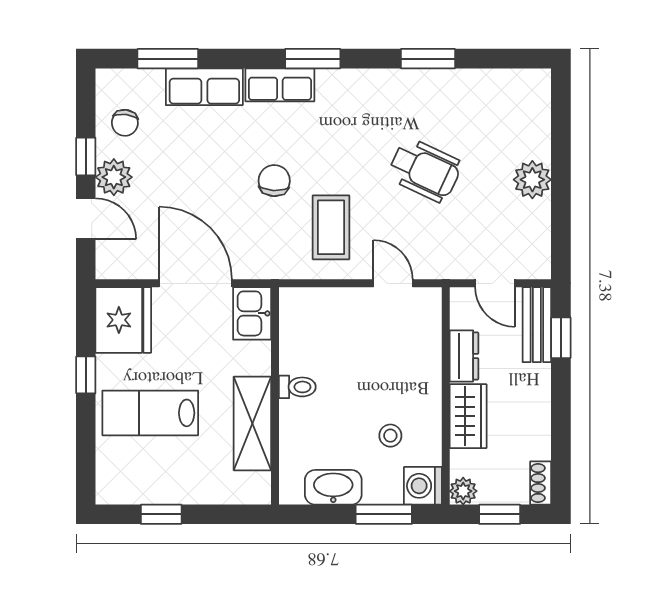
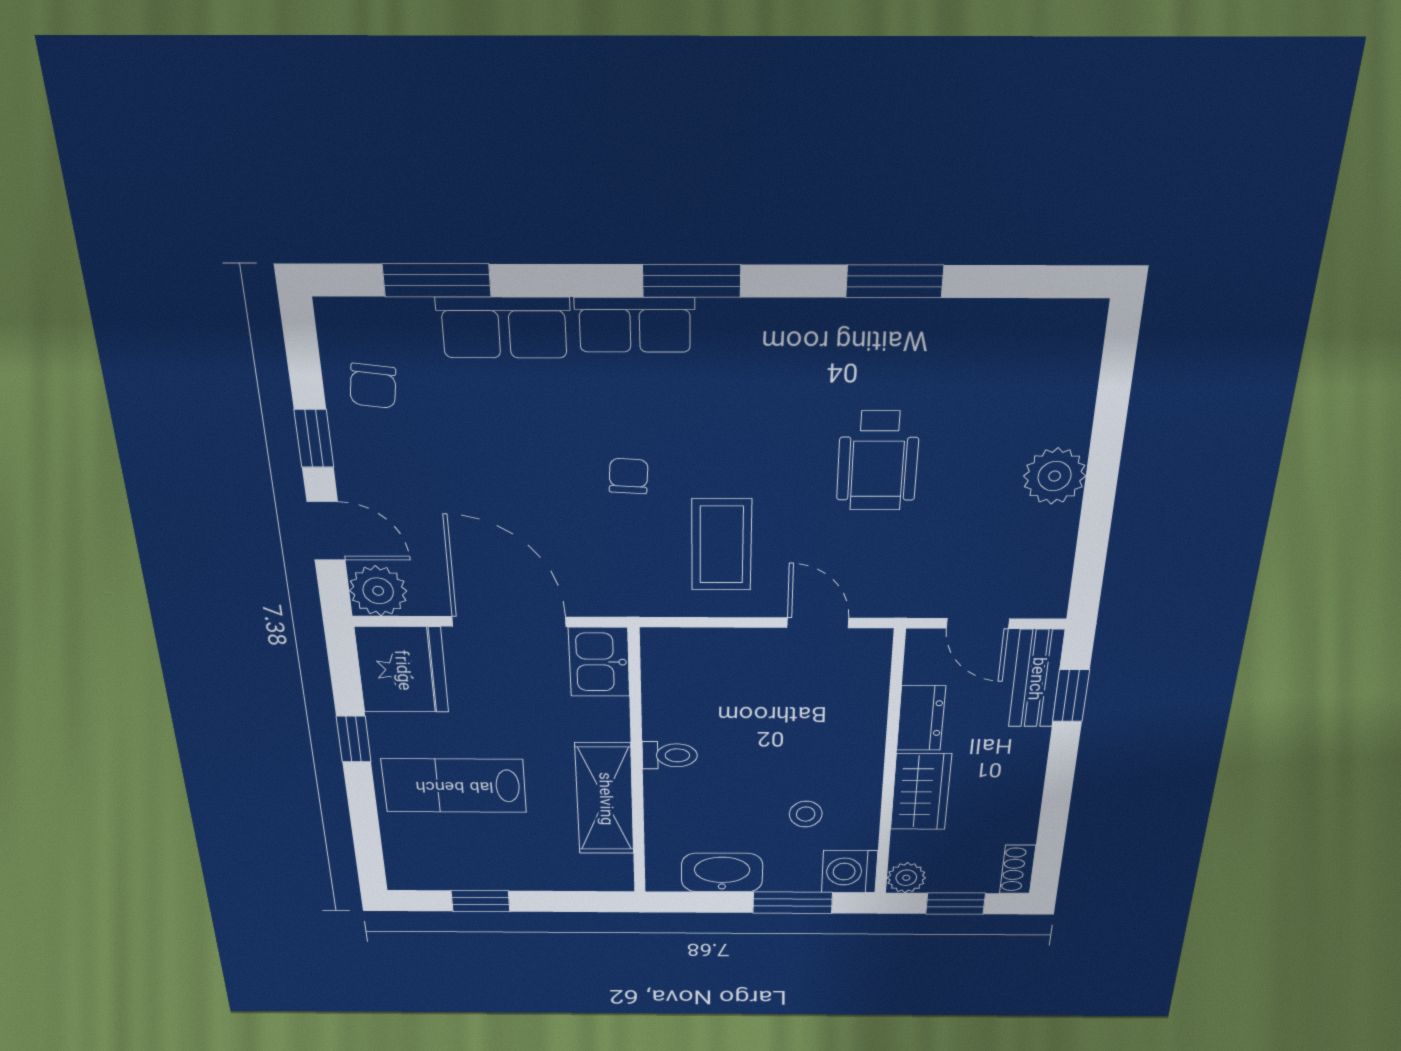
wheelchair: (425, 170) -> (878, 461), turned 65
plant: (114, 177) -> (378, 591), moved
chair: (274, 181) -> (629, 476), width x0.73, depth x0.73

